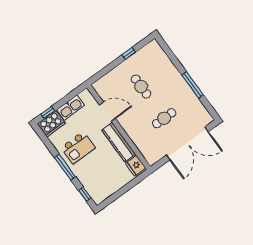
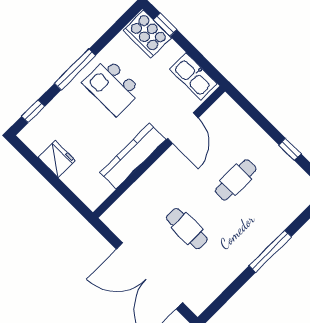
window: (193, 85) -> (270, 251), moved
kitchen sink: (71, 108) -> (193, 76), moved
fridge: (135, 166) -> (57, 159), moved, turned 90

